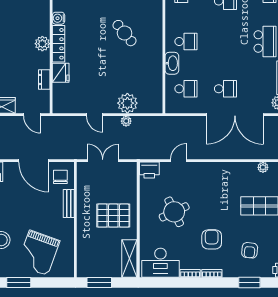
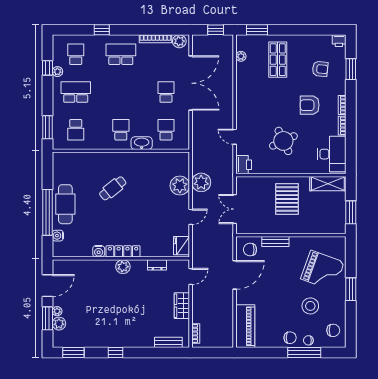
fridge: (61, 73) -> (181, 246), moved, turned -90
plant: (126, 121) -> (201, 182), width x1.88, depth x1.88

